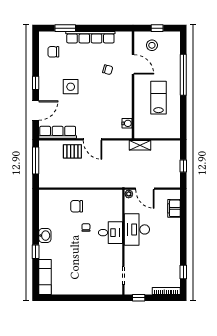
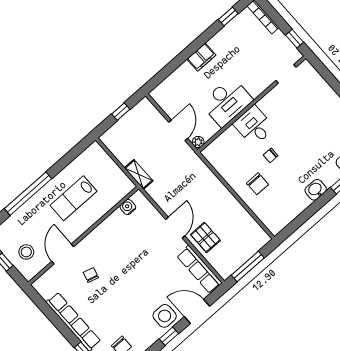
side table: (71, 87) -> (165, 316), moved
filing cabinet: (174, 208) -> (201, 57), moved

